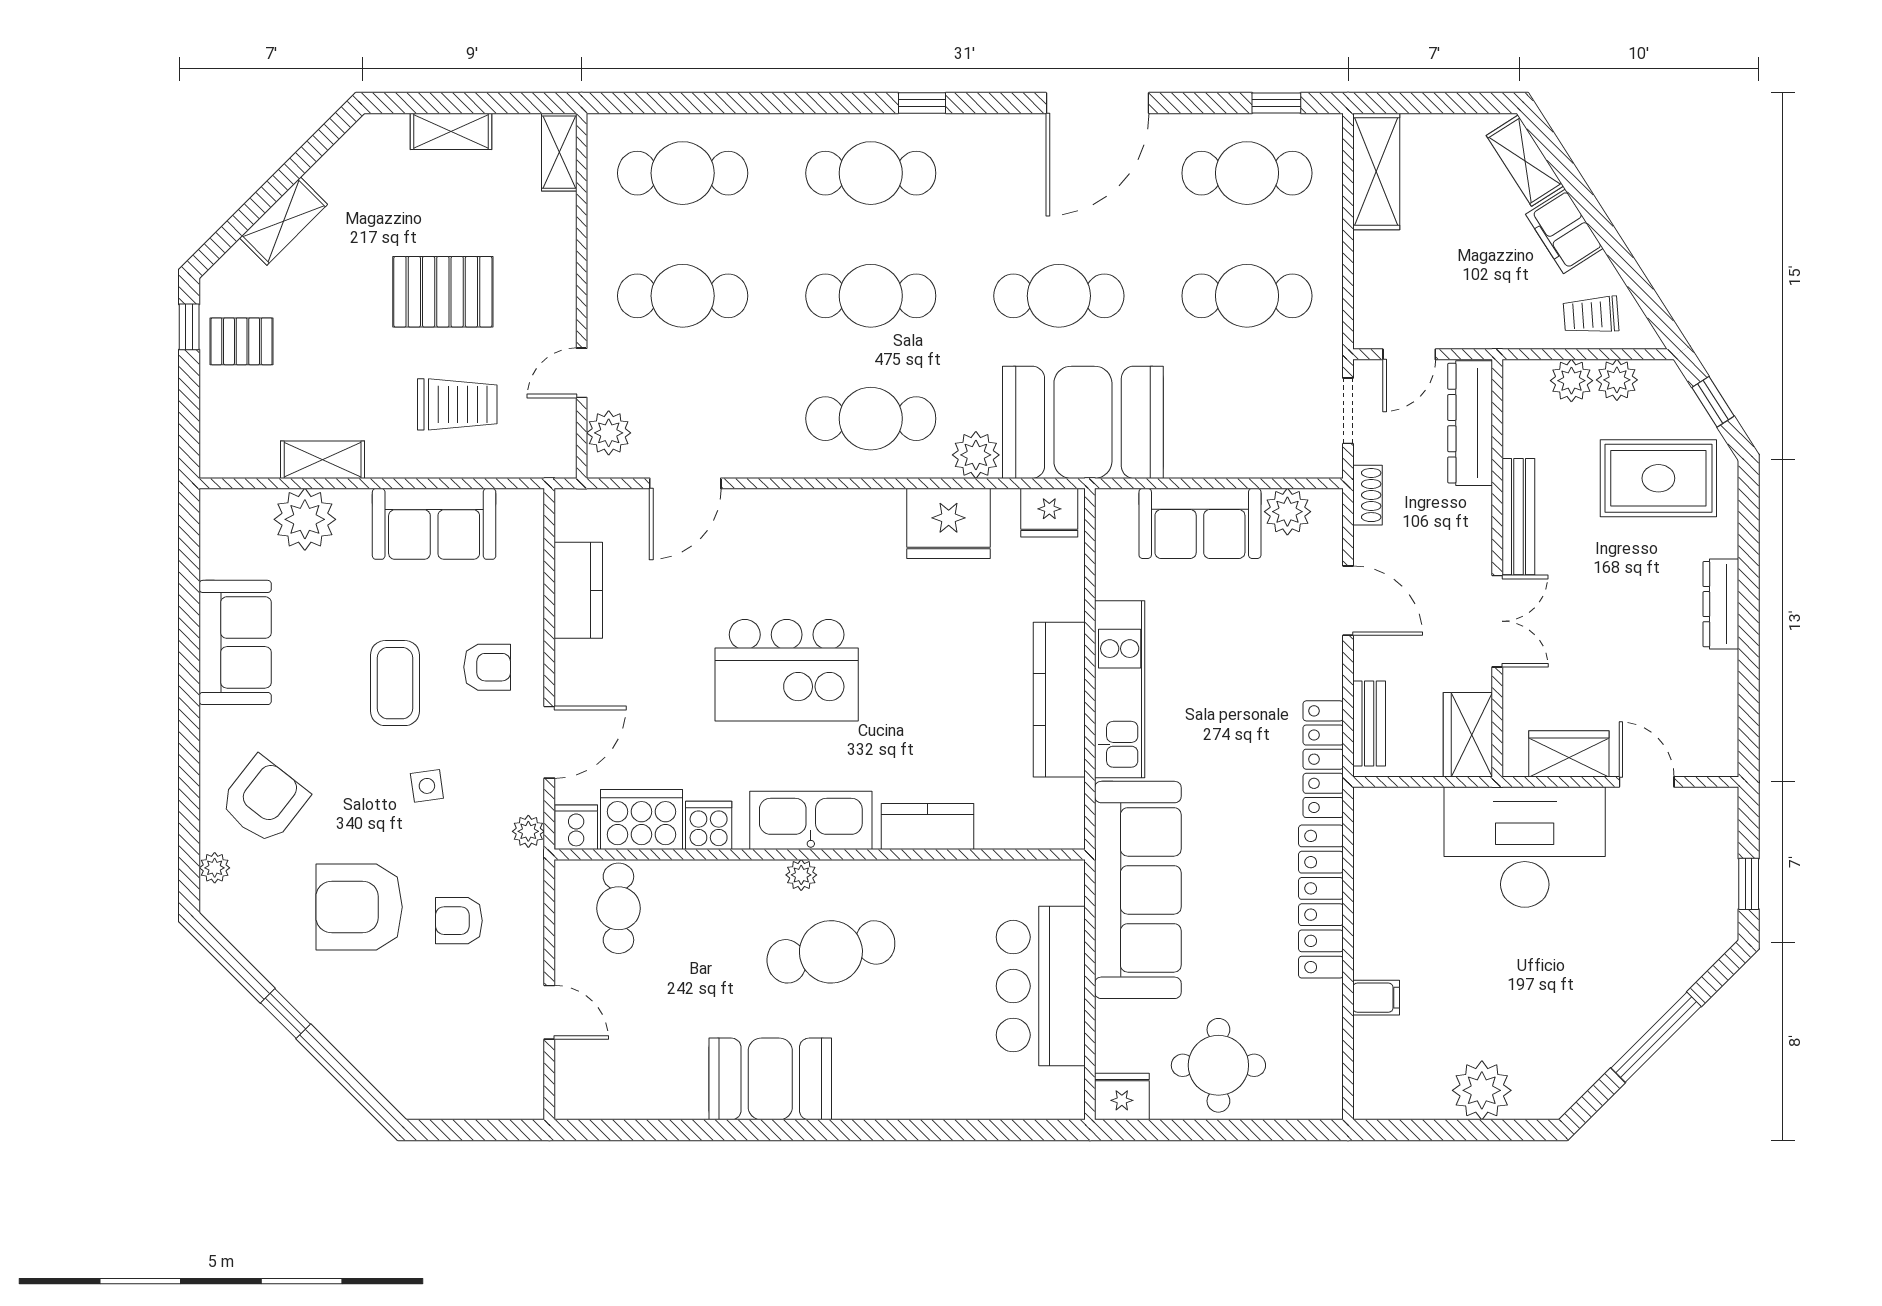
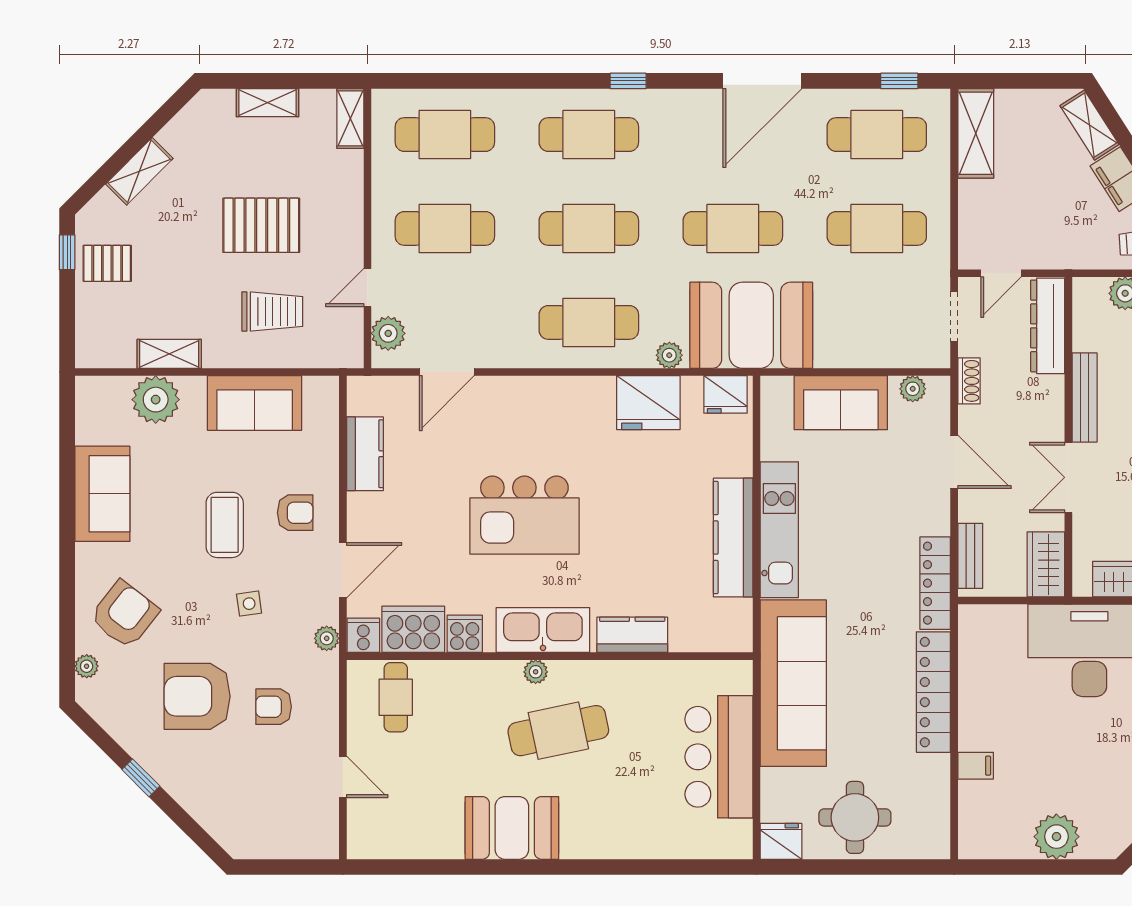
plant: (976, 455) -> (669, 355), width x0.73, depth x0.73
plant: (1287, 512) -> (913, 389), width x0.73, depth x0.73
double door: (1497, 621) -> (1068, 477), swing flipped

